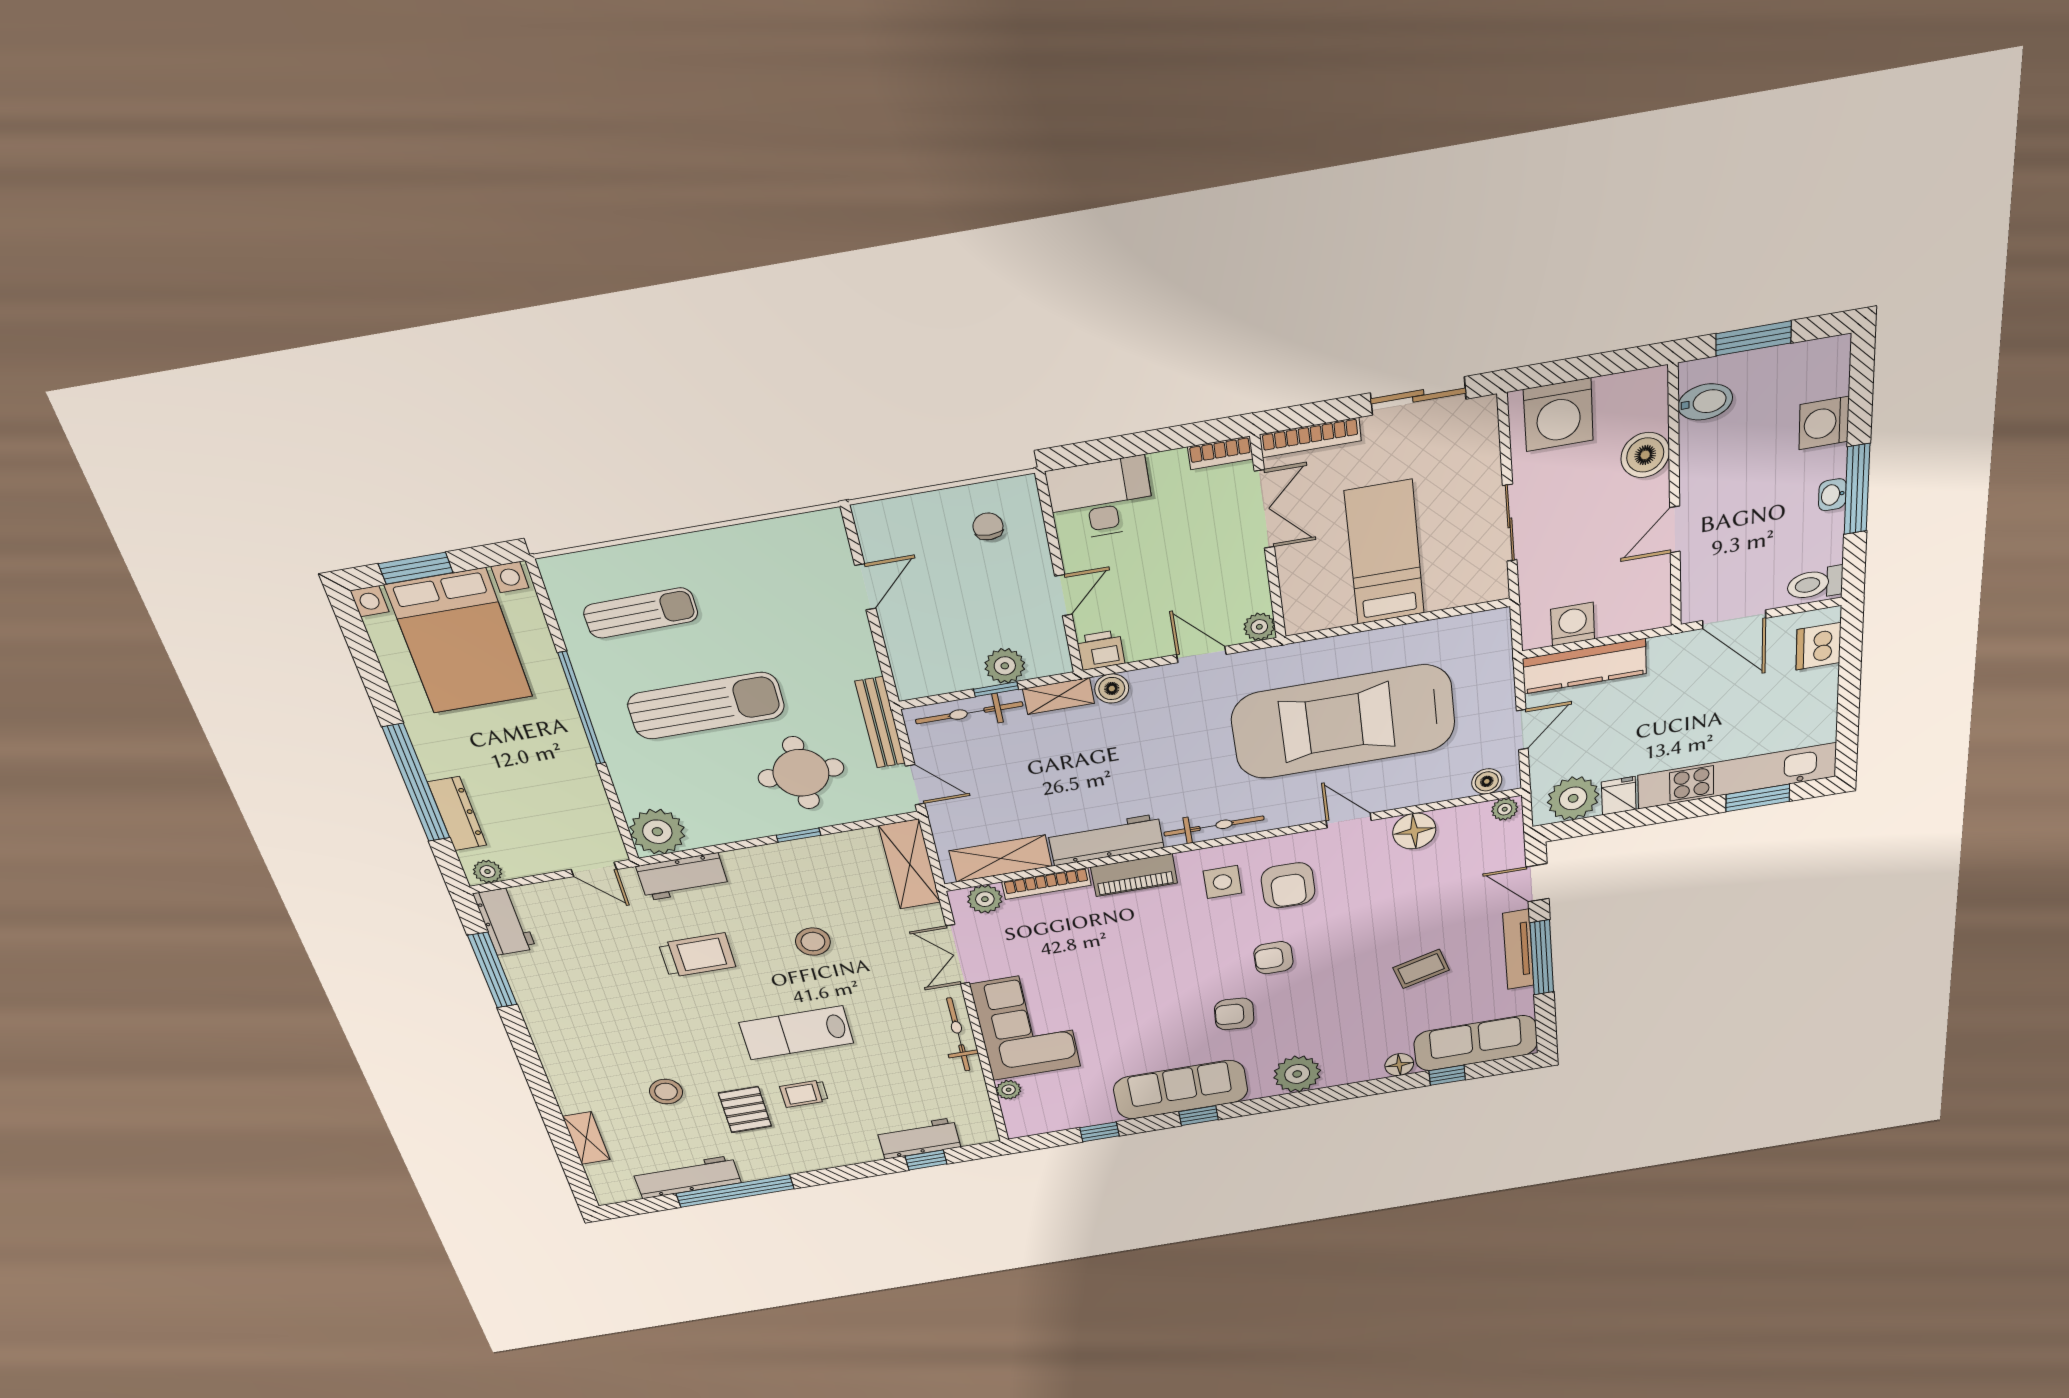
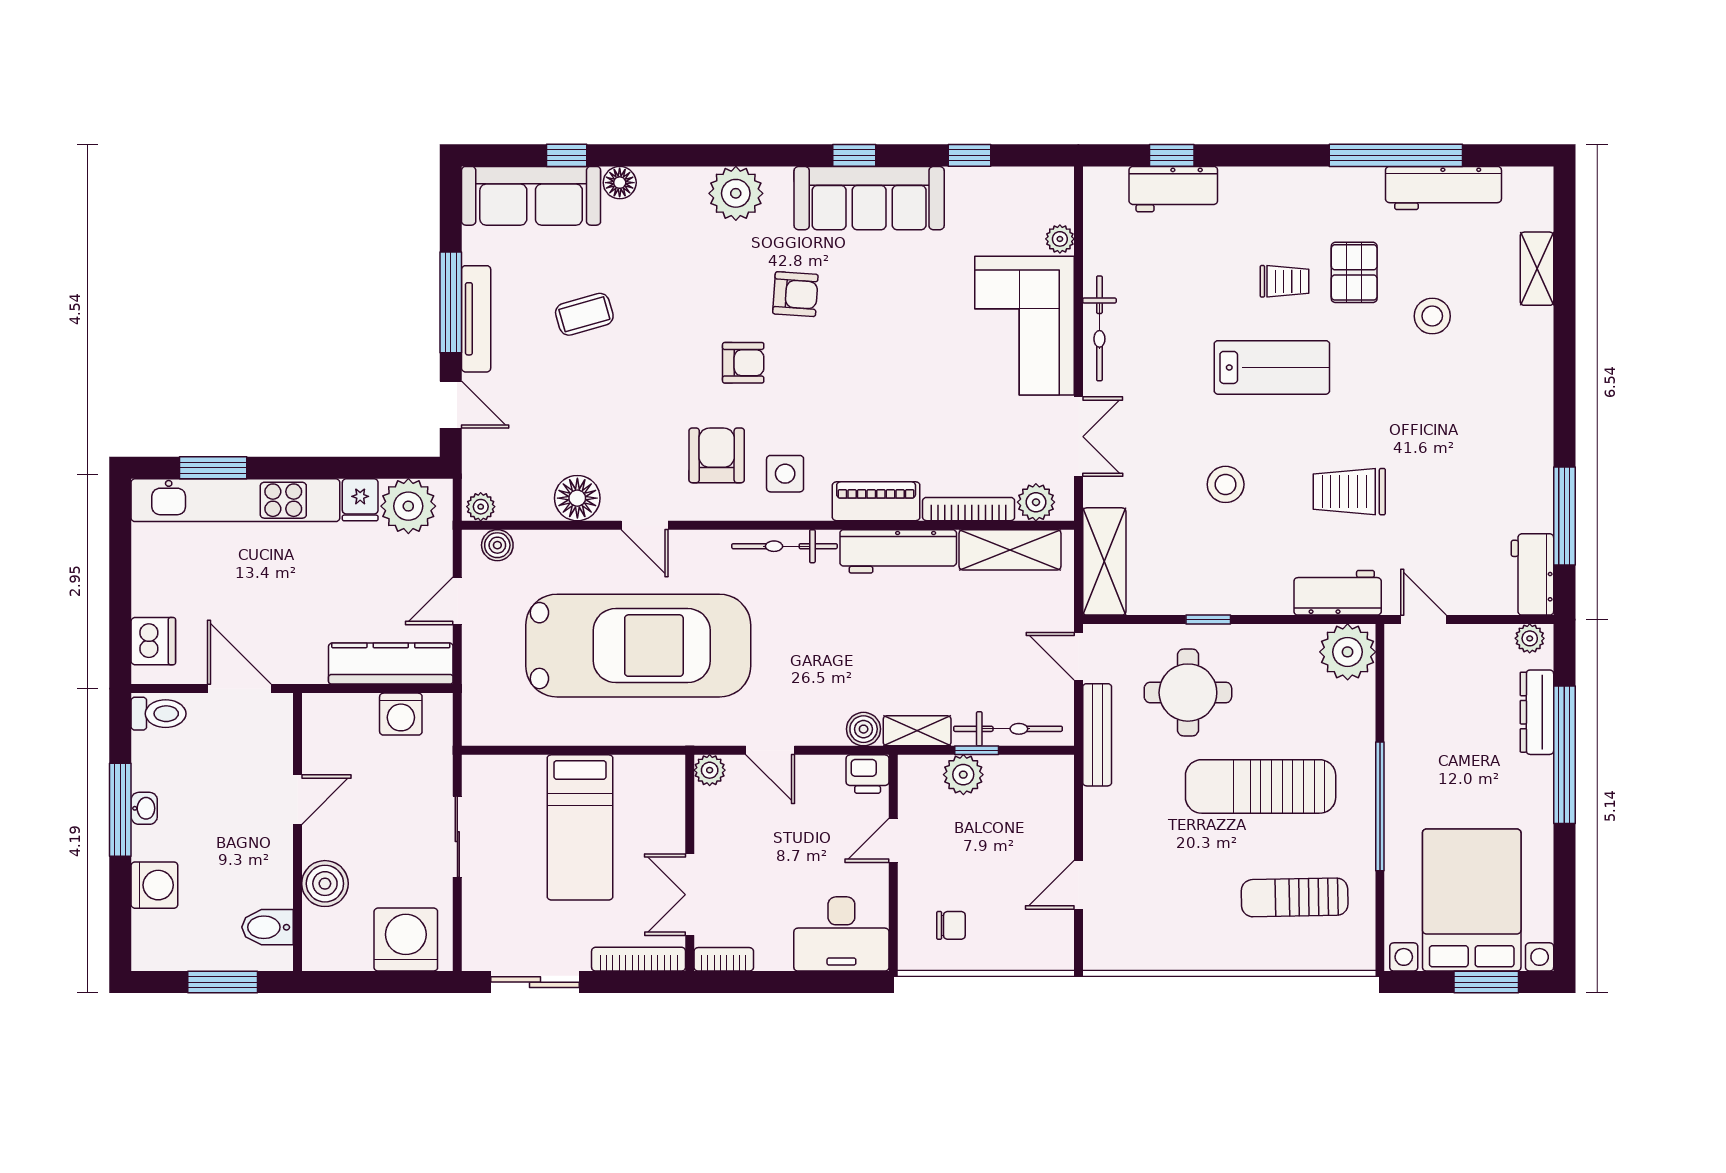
chair: (988, 526) -> (951, 925), turned -90

